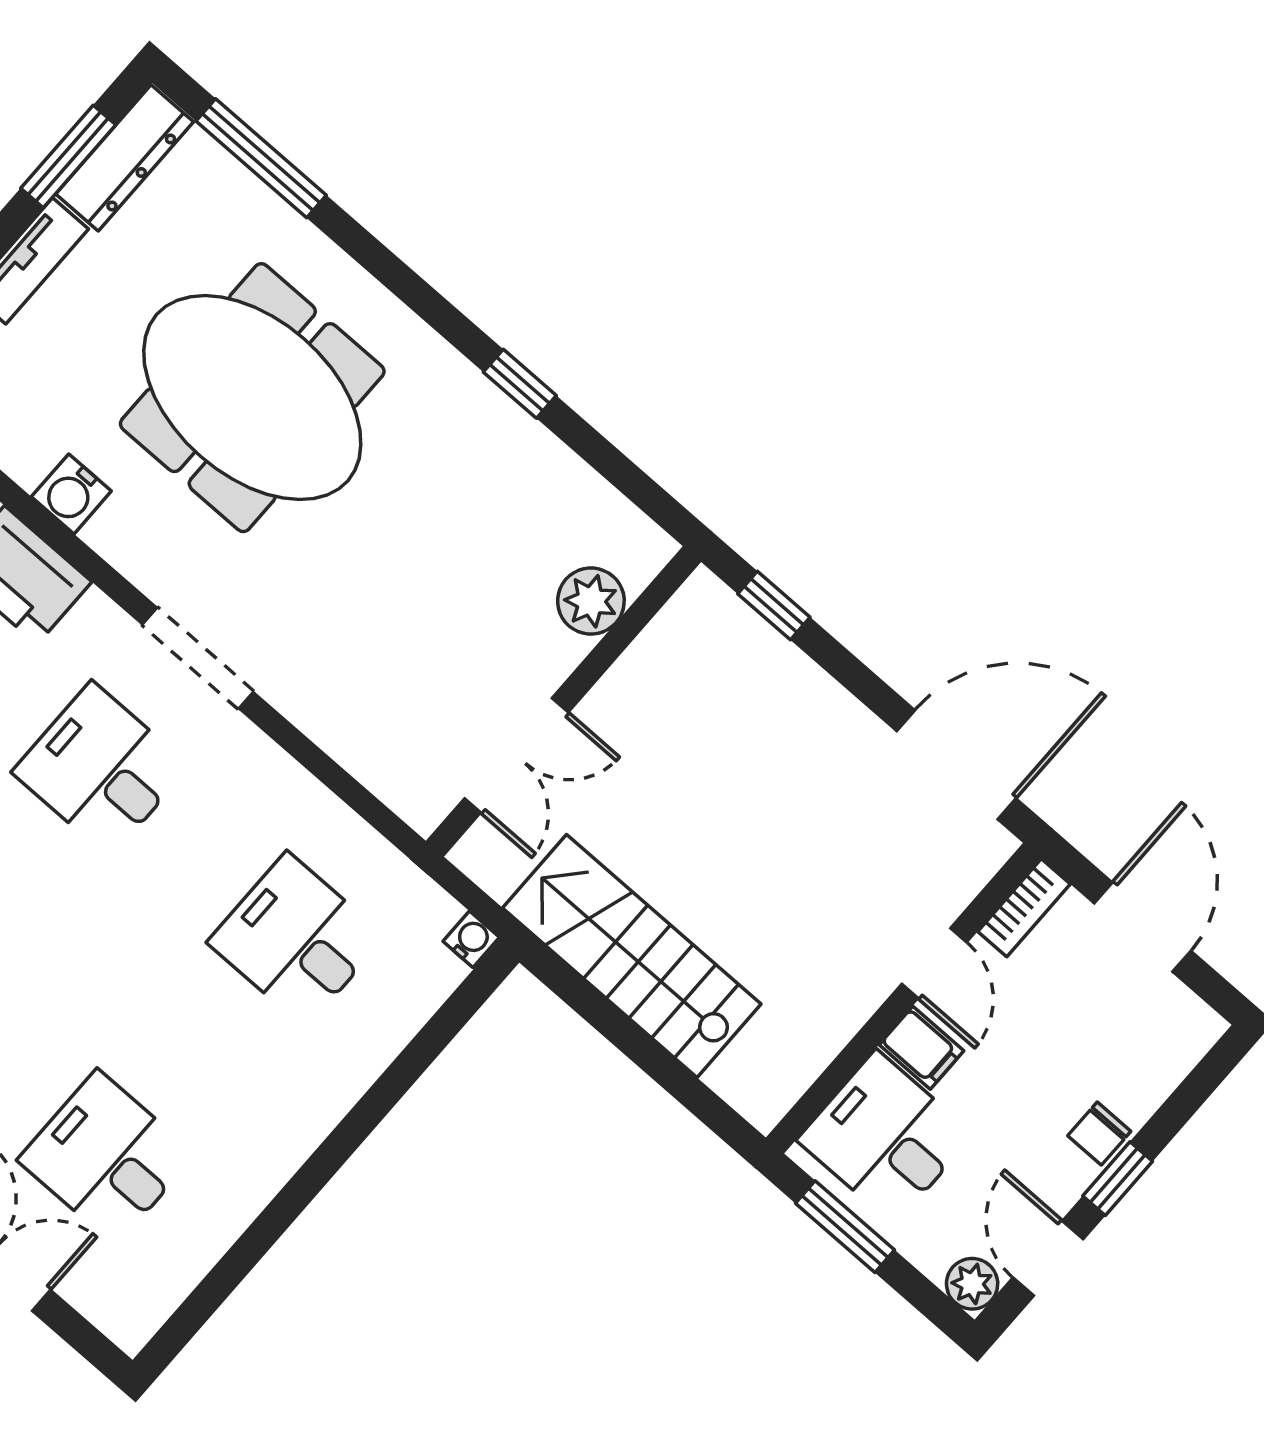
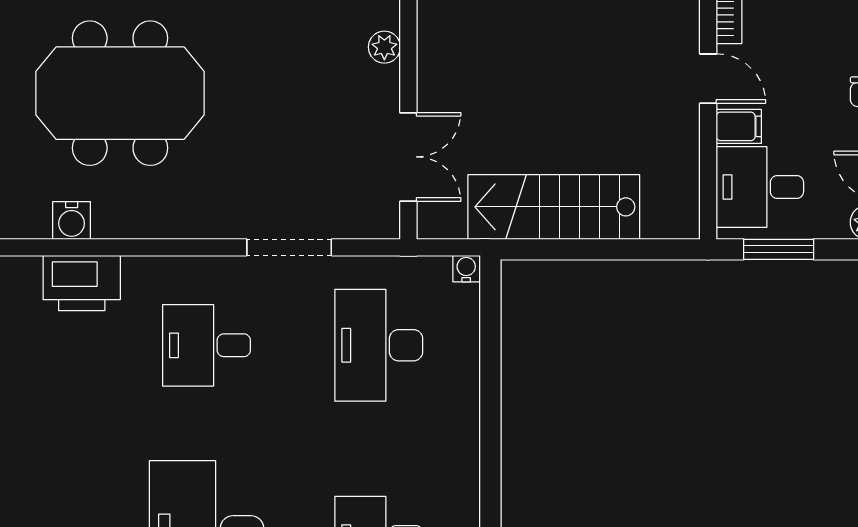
plant: (591, 601) -> (384, 47), width x0.73, depth x0.73
doorway: (198, 658) -> (289, 247), moved
desk: (296, 940) -> (379, 345), width x1.37

